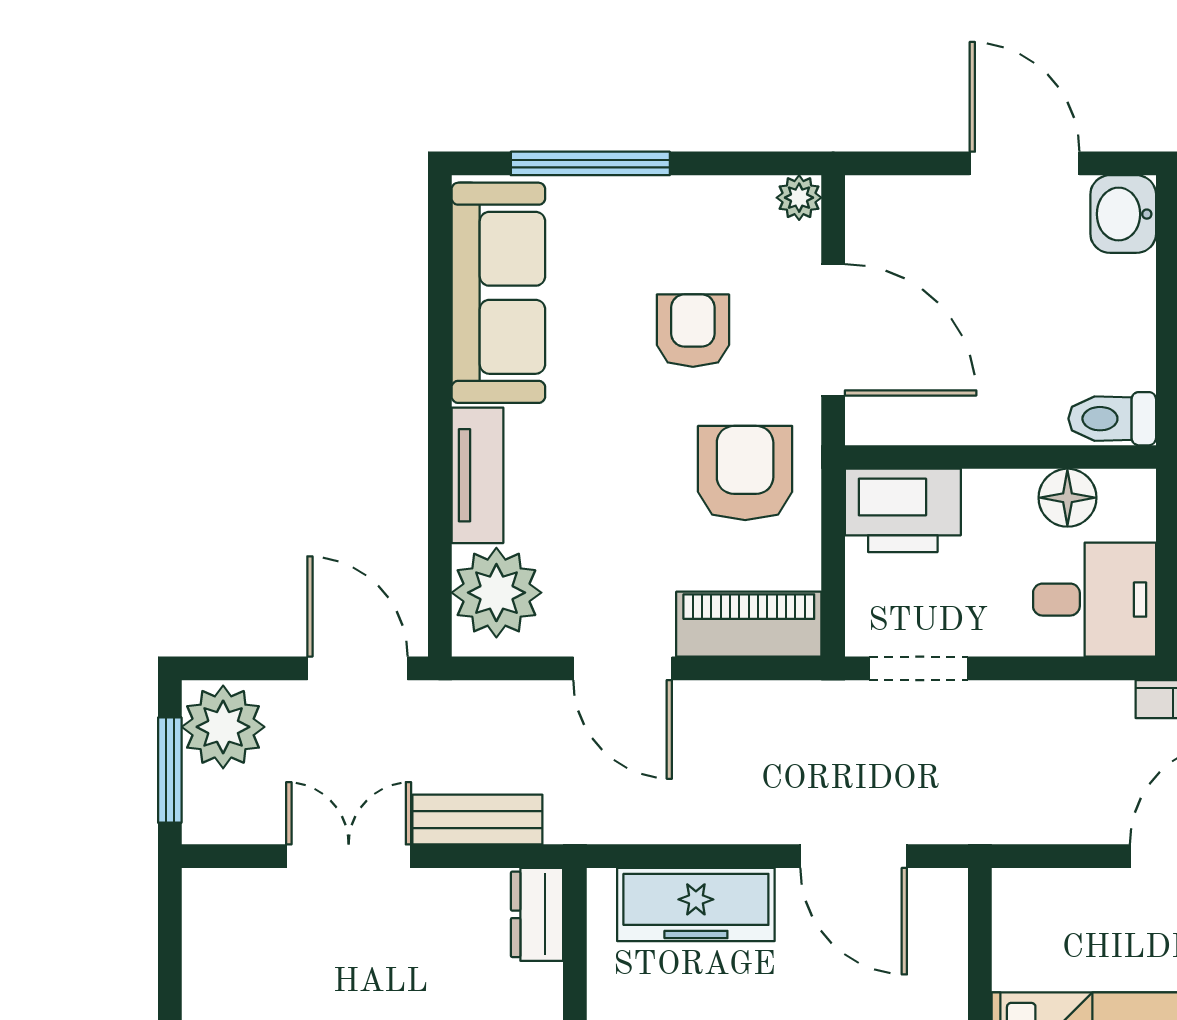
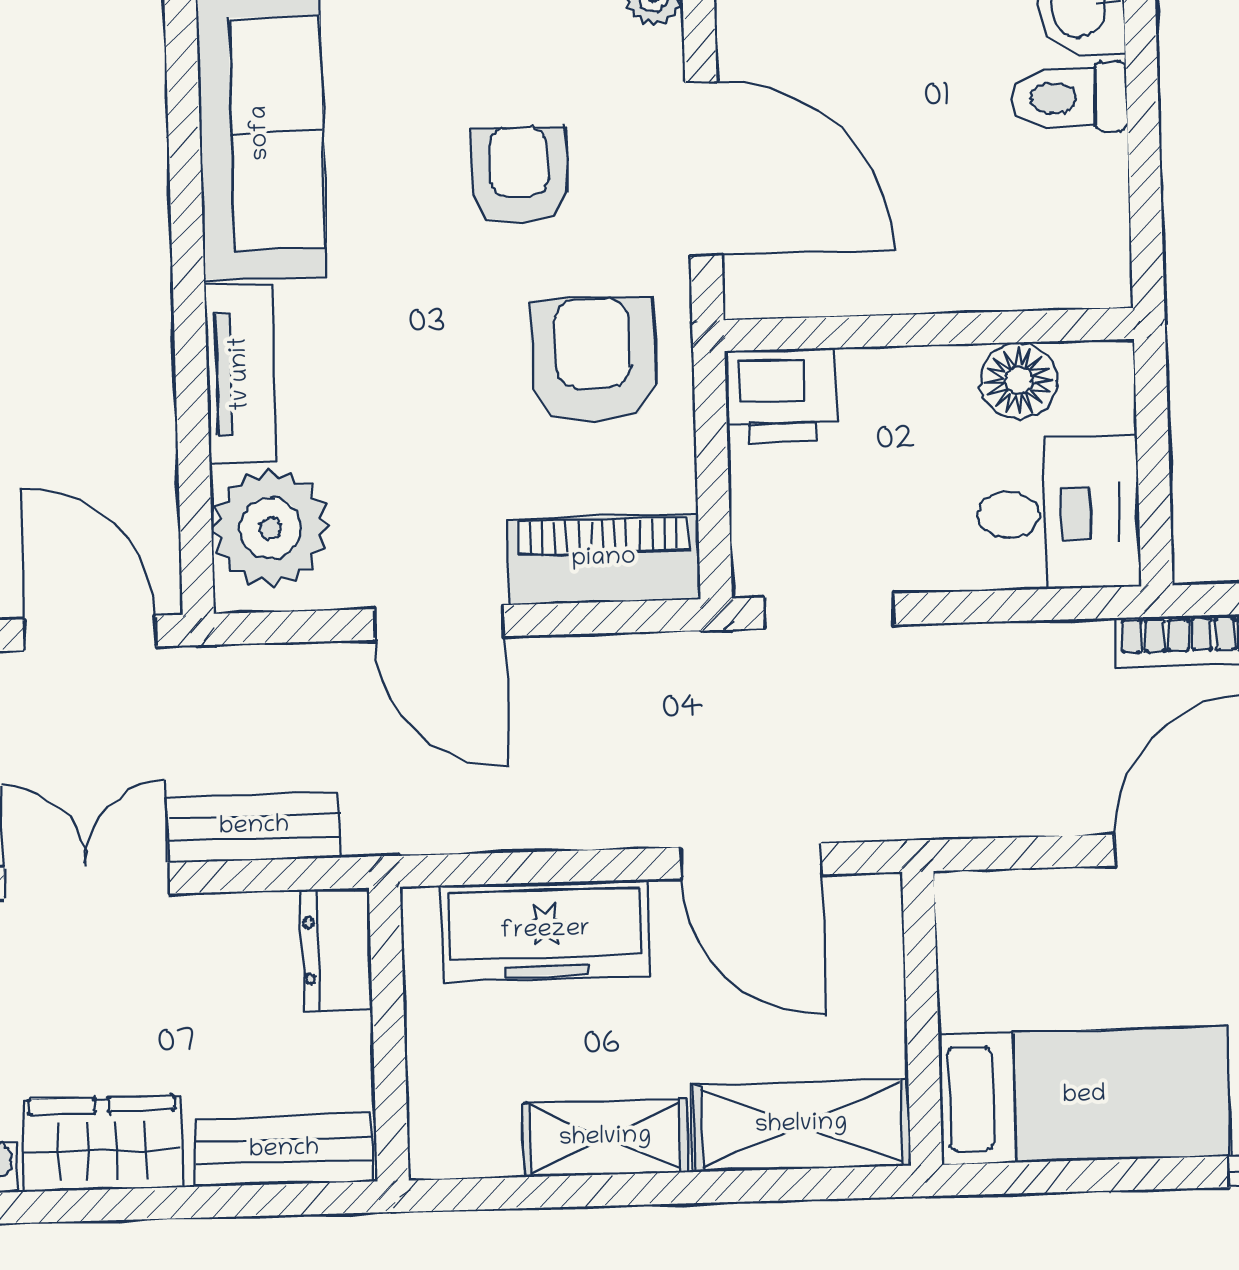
toilet: (1112, 419) -> (1069, 98), moved
printer: (903, 510) -> (781, 395), width x0.73, depth x0.84

